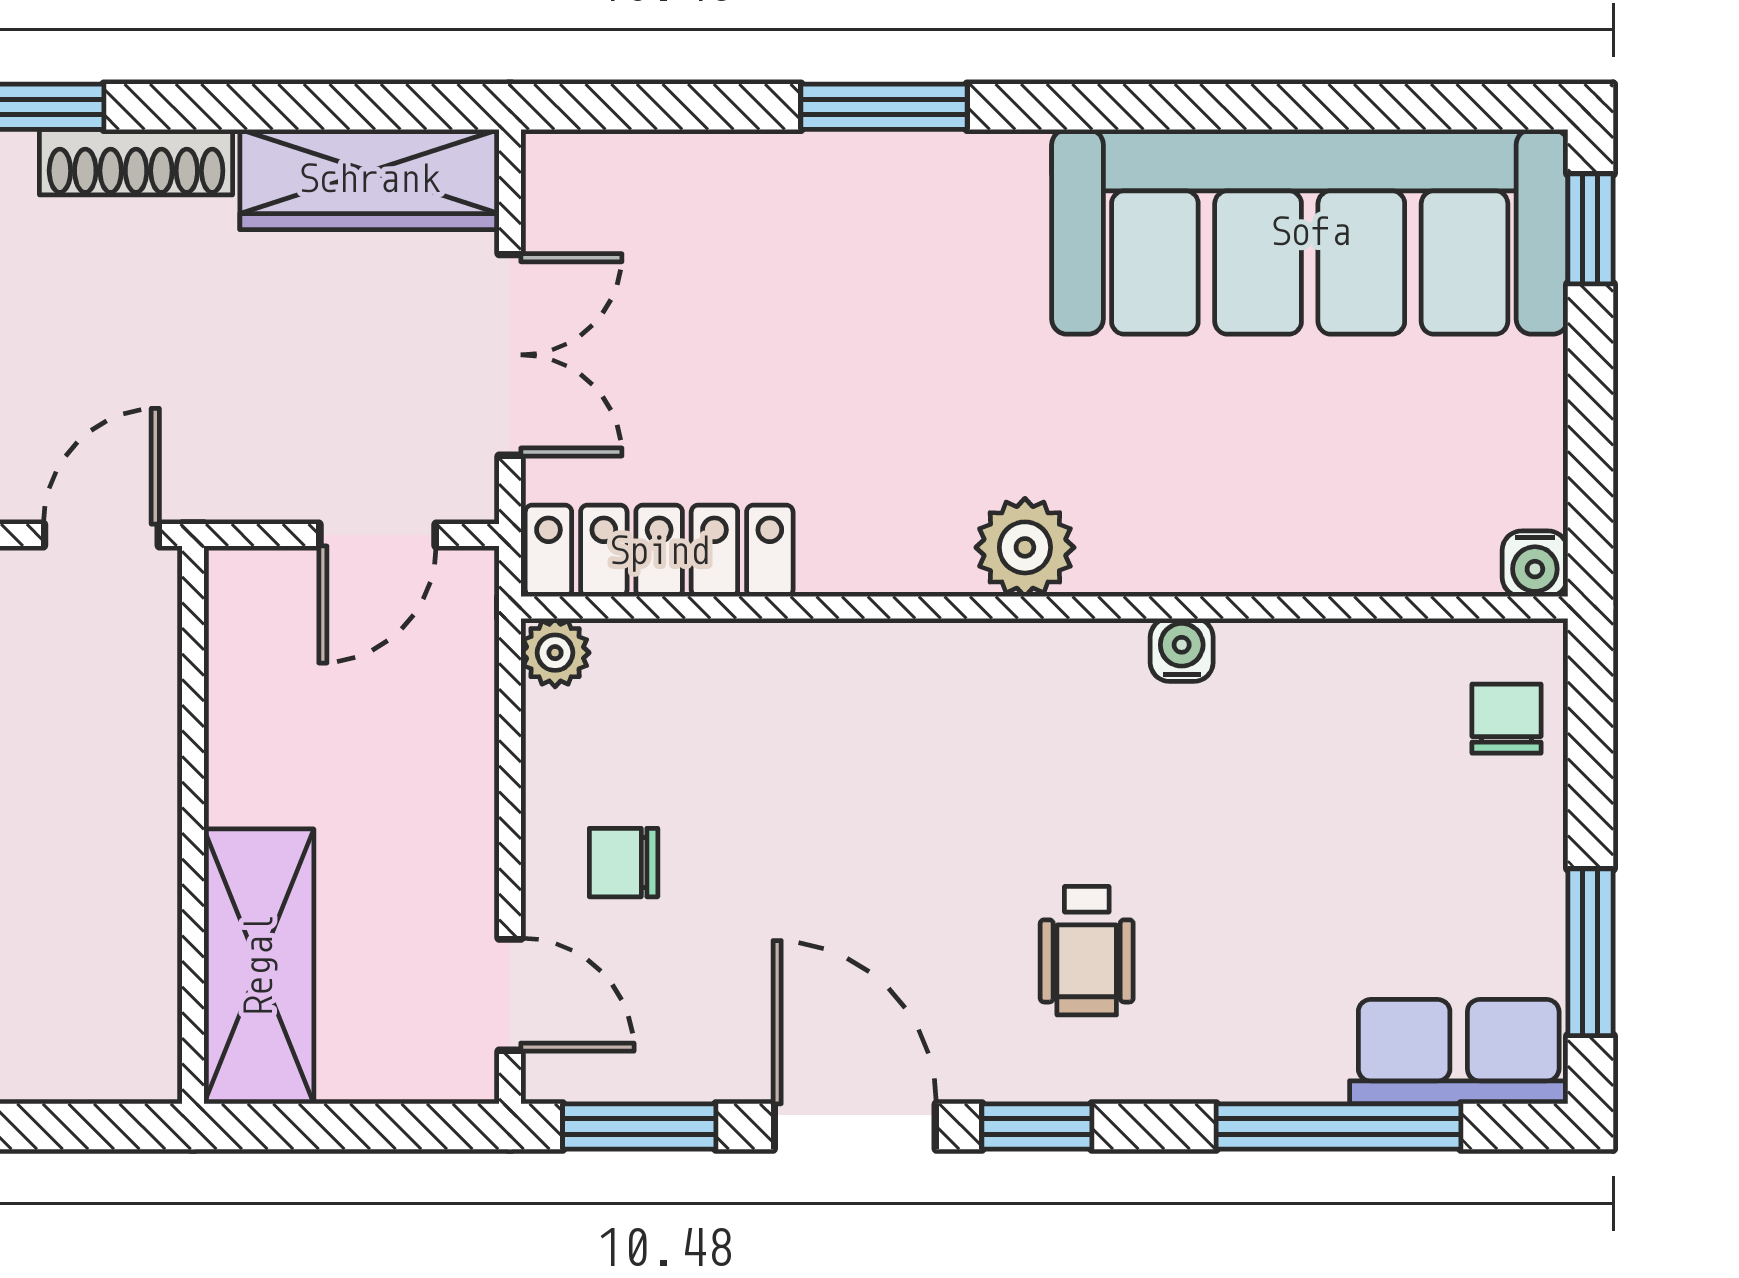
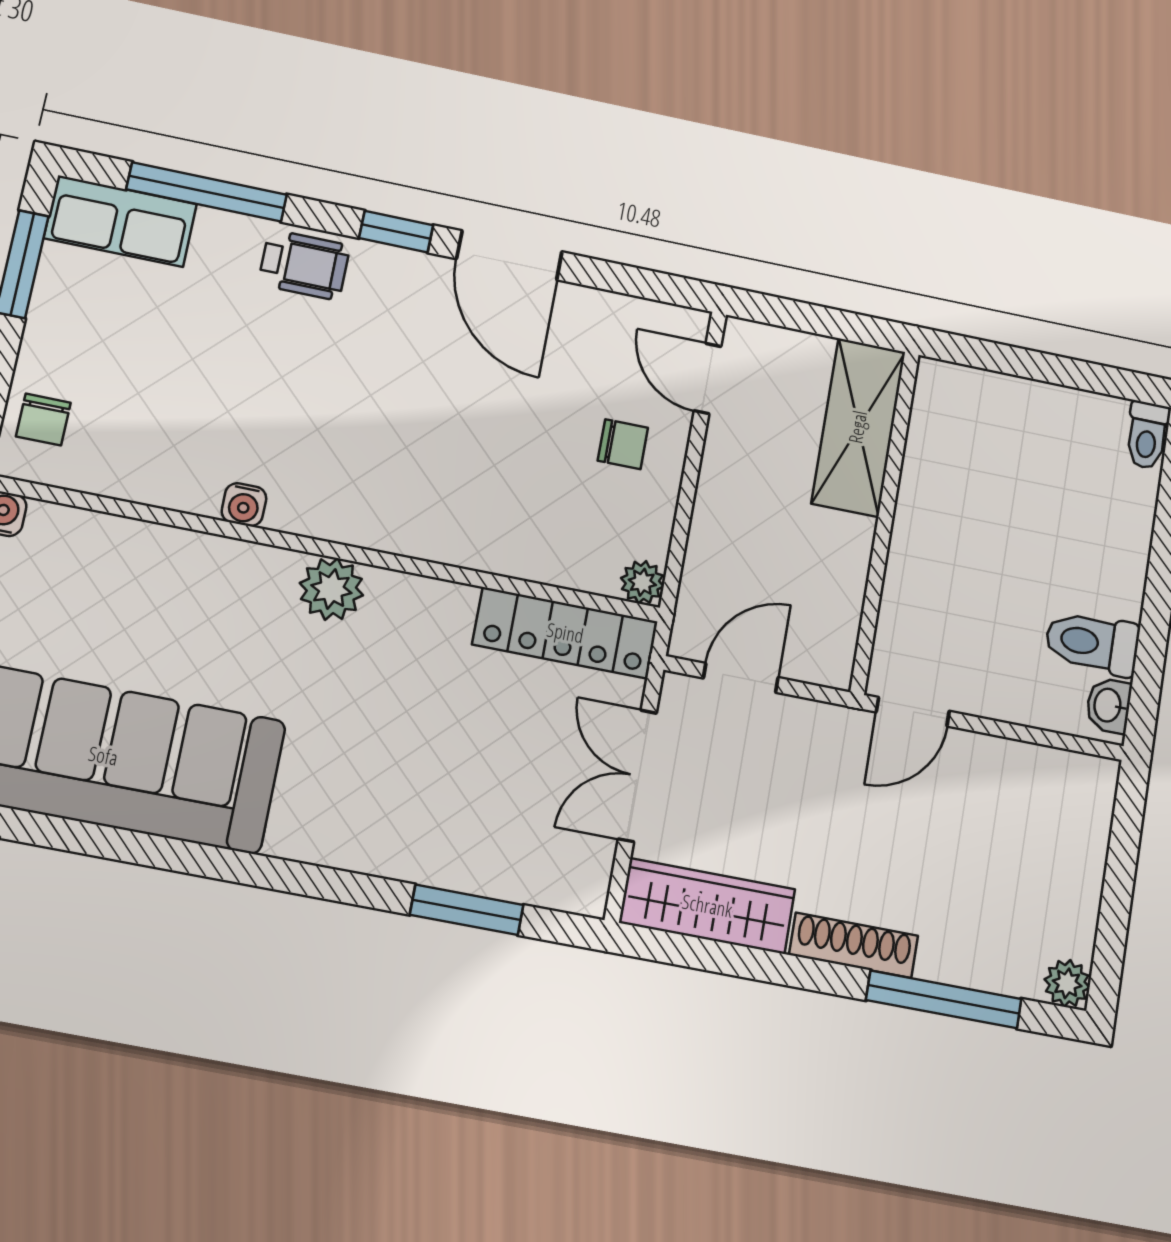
window: (884, 107) -> (467, 910), moved
wheelchair: (1087, 951) -> (304, 265), moved, turned 90
window: (639, 1126) -> (642, 283), removed

